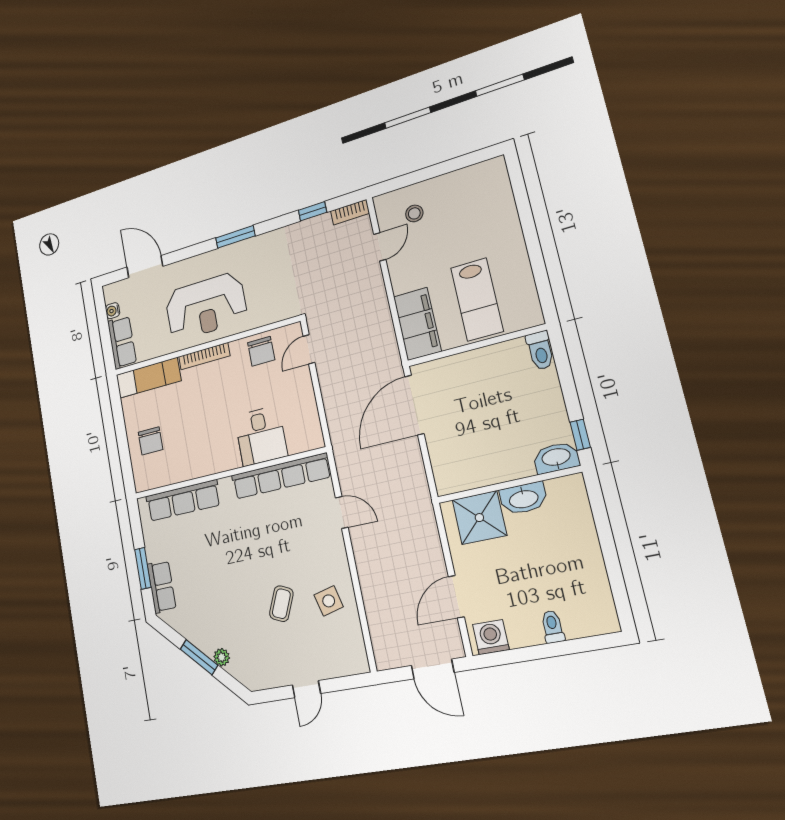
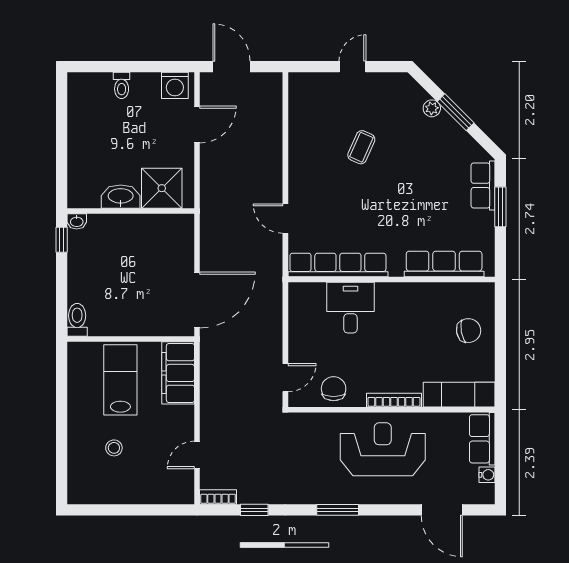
stool: (414, 213) -> (114, 448), moved
chair: (150, 441) -> (469, 331), turned 80
washbasin: (556, 458) -> (77, 221), width x0.52, depth x0.69
side table: (329, 601) -> (315, 142), removed

